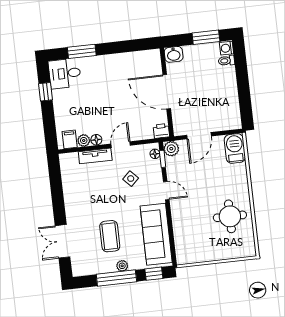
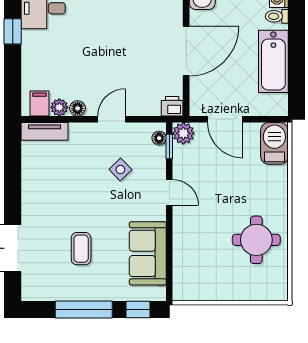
door: (167, 92) -> (186, 51), swing flipped
bathtub: (228, 92) -> (273, 61), added
door: (199, 136) -> (225, 119), hinge flipped
tv unit: (95, 156) -> (44, 131), moved
sofa: (156, 234) -> (148, 253), width x0.73
coffee table: (110, 236) -> (81, 249), width x0.73, depth x0.77
plant: (122, 266) -> (94, 293), removed

